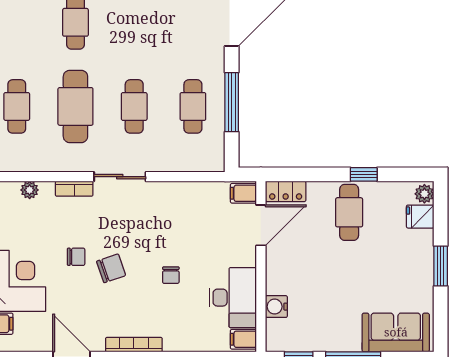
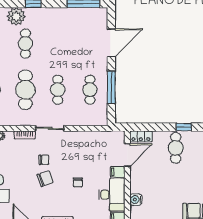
filing cabinet: (243, 193) -> (118, 172), moved
chair: (76, 257) -> (44, 160), moved

